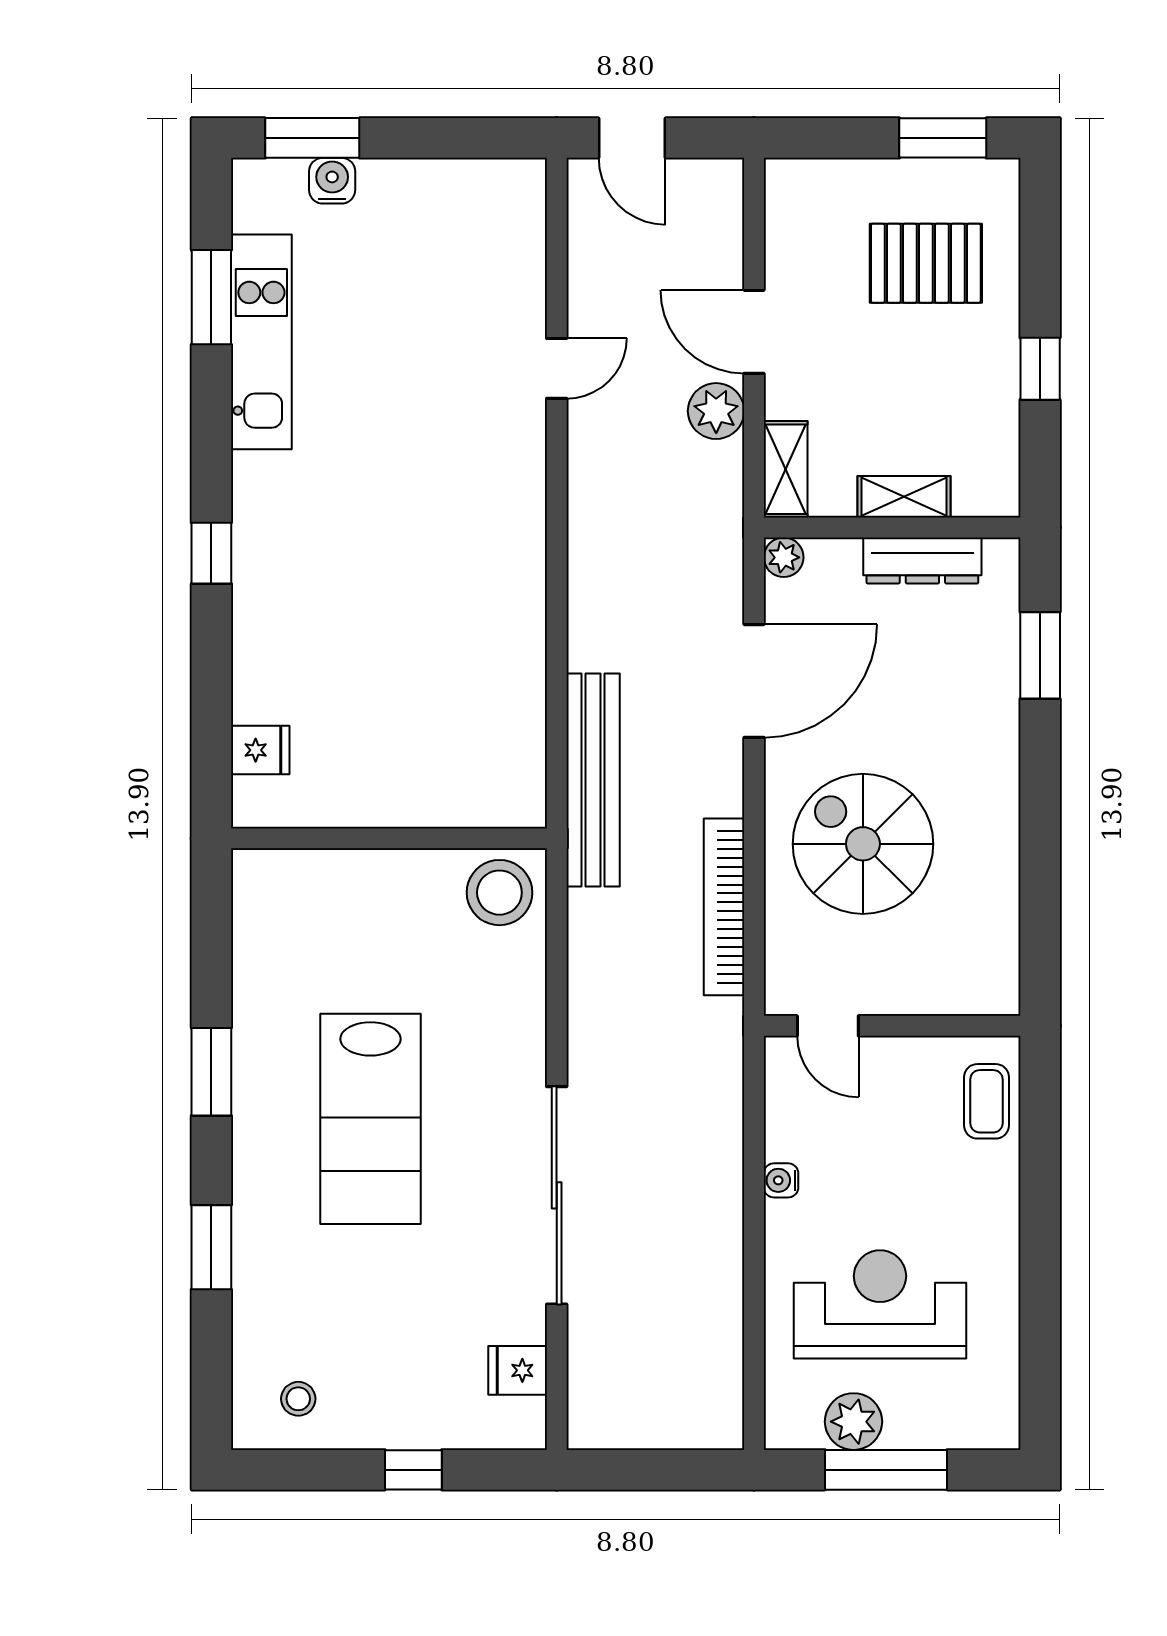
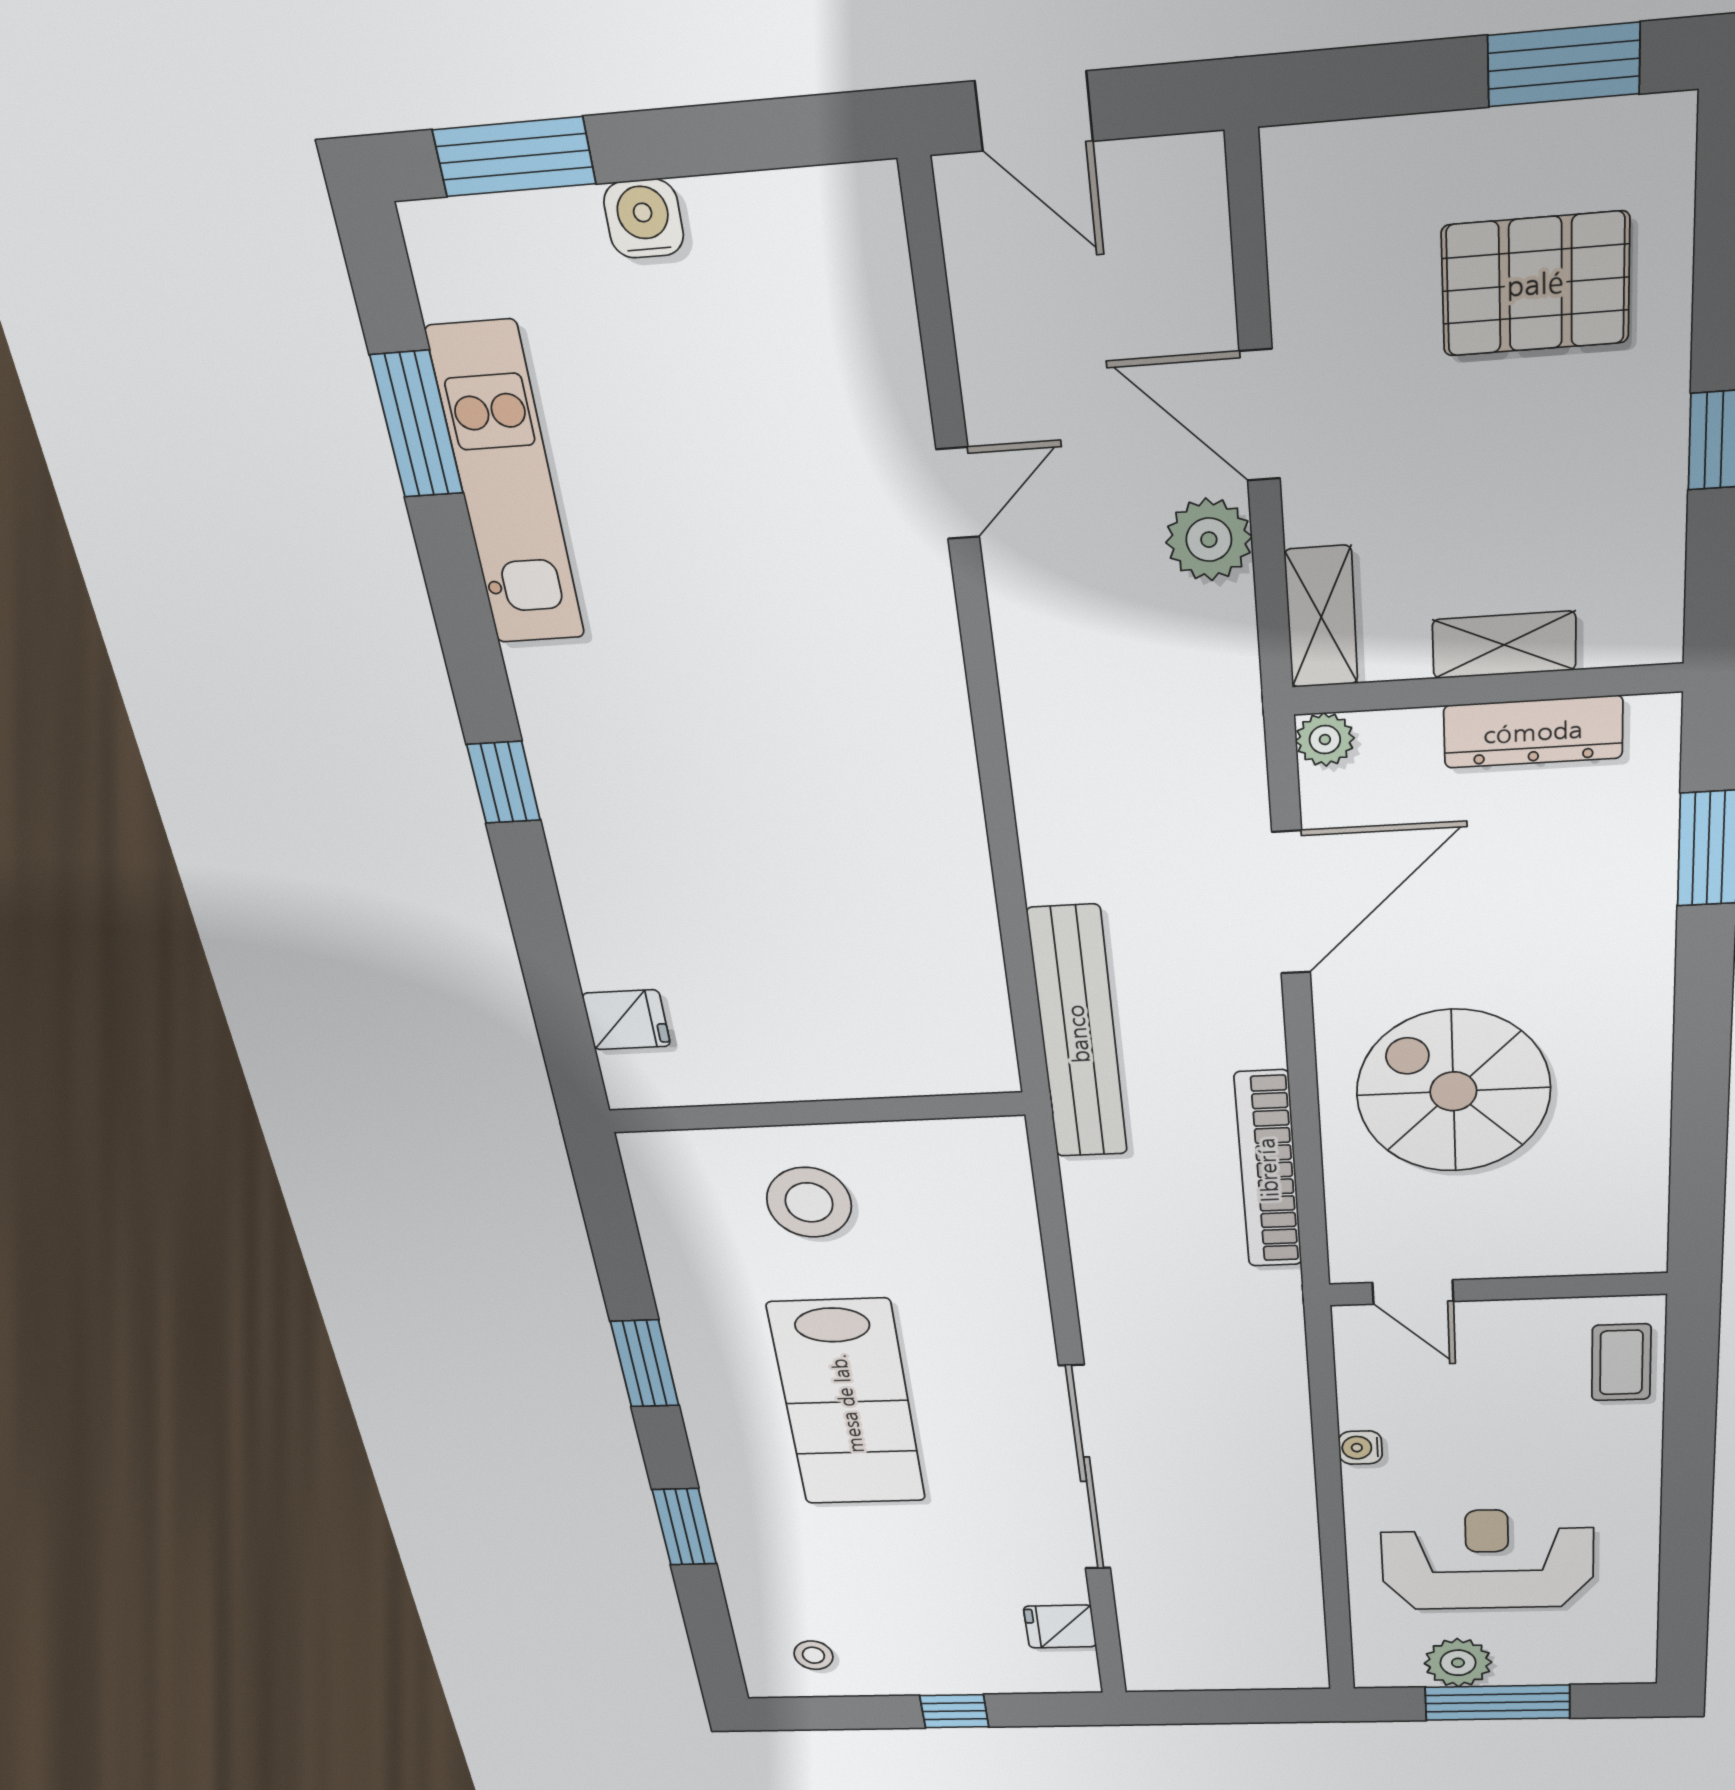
water cooler: (332, 181) -> (644, 219), moved
stool: (499, 893) -> (809, 1202), moved

